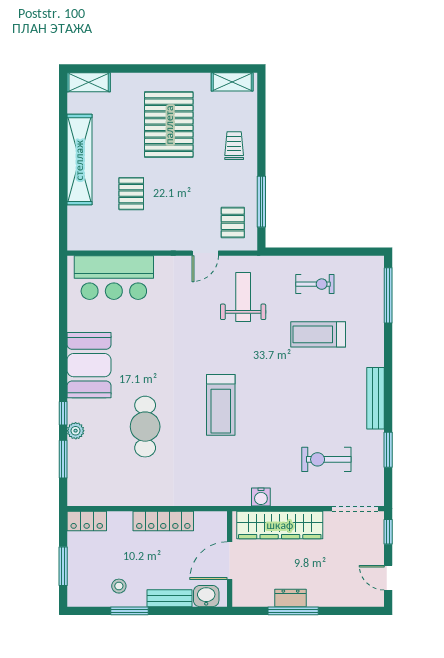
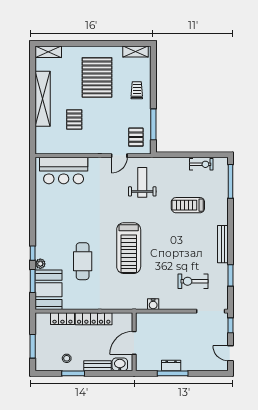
exercise bike: (315, 284) -> (201, 164), moved
booth: (89, 365) -> (48, 290), moved
treadmill: (221, 405) -> (129, 248), width x1.37, depth x1.38
locker: (87, 521) -> (62, 319), moved
wardrobe: (280, 525) -> (165, 321), removed

